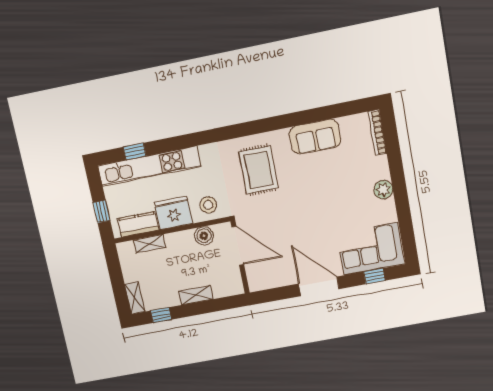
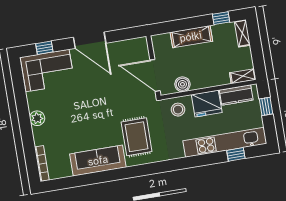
sofa: (315, 137) -> (98, 161), width x1.36
shelving: (150, 244) -> (243, 76), moved
shelving: (196, 295) -> (191, 37), width x1.50, depth x1.33

